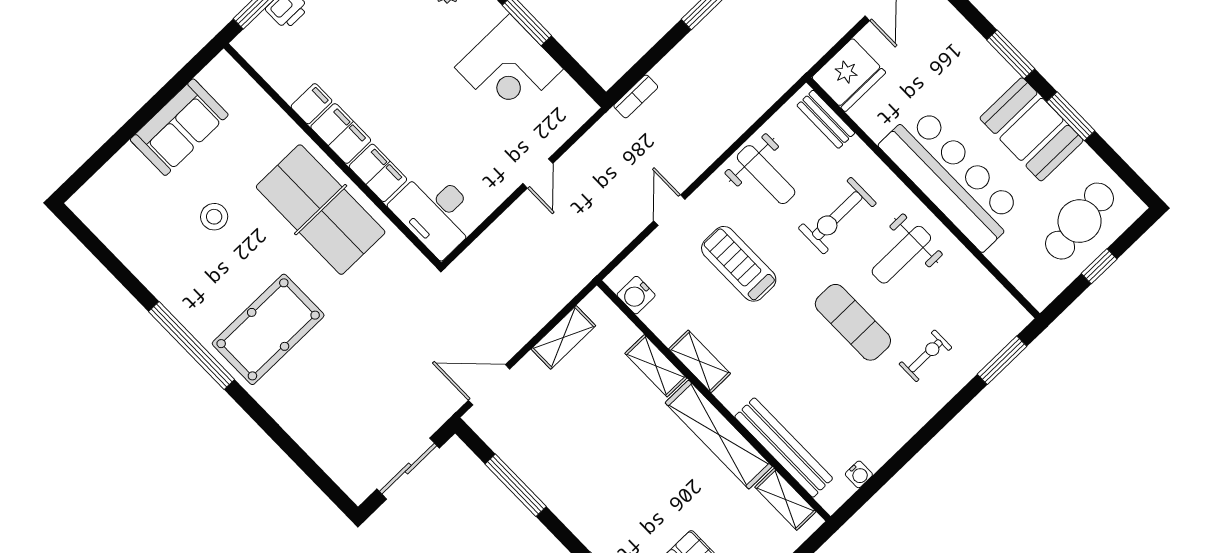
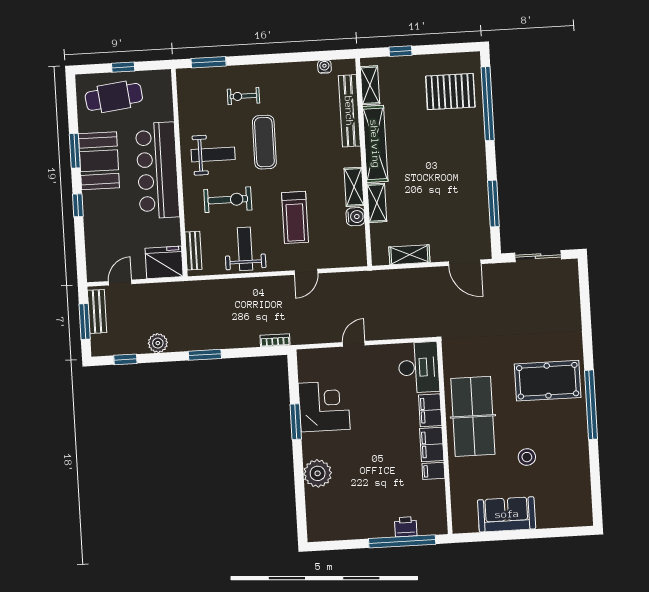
window: (1011, 54) -> (78, 205), width x0.67
water cooler: (636, 295) -> (355, 217), moved

